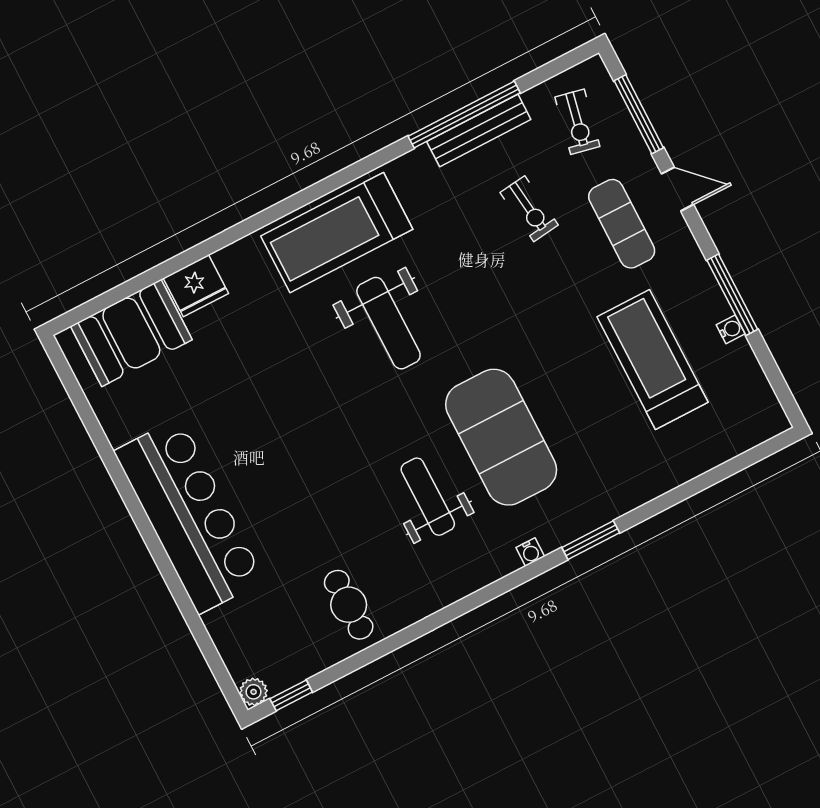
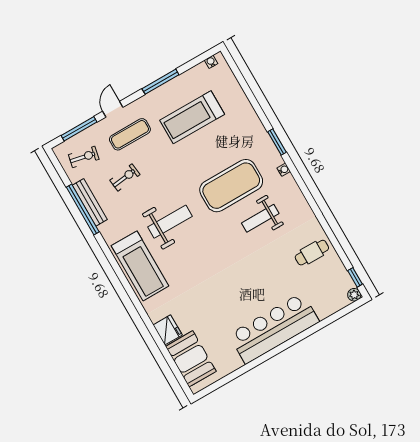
weight bench: (388, 323) -> (170, 222), moved
water cooler: (731, 329) -> (211, 62), moved

